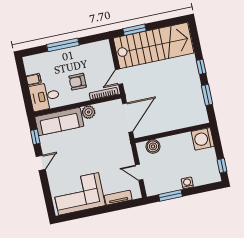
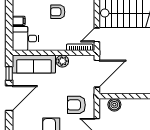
armchair: (78, 82) -> (58, 12), moved
armchair: (113, 155) -> (76, 105), added
door: (41, 163) -> (9, 98), width x1.87

